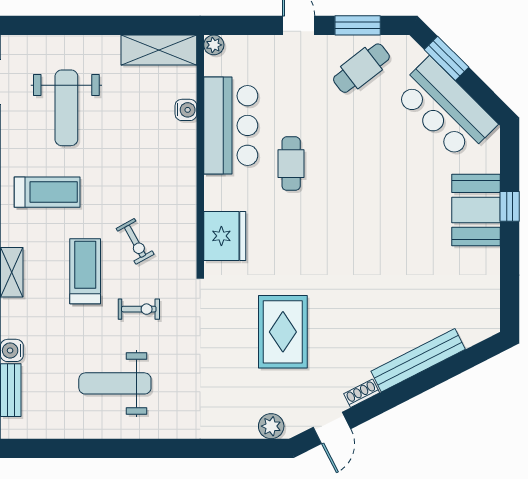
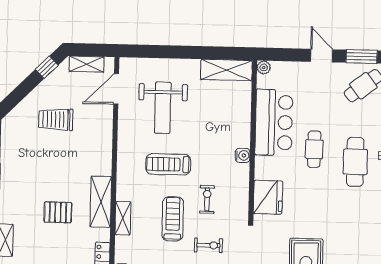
water cooler: (186, 110) -> (243, 155), moved
cafe table: (352, 181) -> (355, 162), added
treadmill: (47, 192) -> (168, 164), moved, turned 180
exercise bike: (135, 241) -> (207, 199), turned -151

